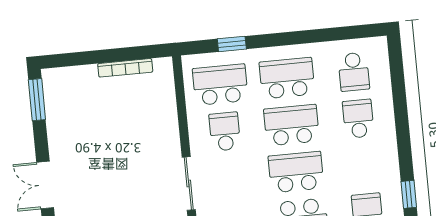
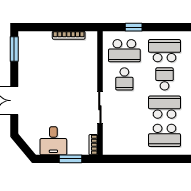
school desk: (220, 85) -> (124, 51), turned 180
school desk: (291, 125) -> (165, 79), width x0.54
school desk: (225, 132) -> (124, 79), turned 180

